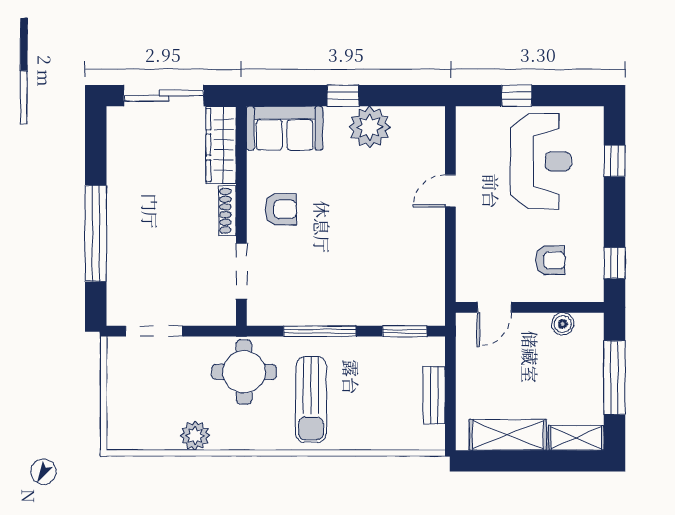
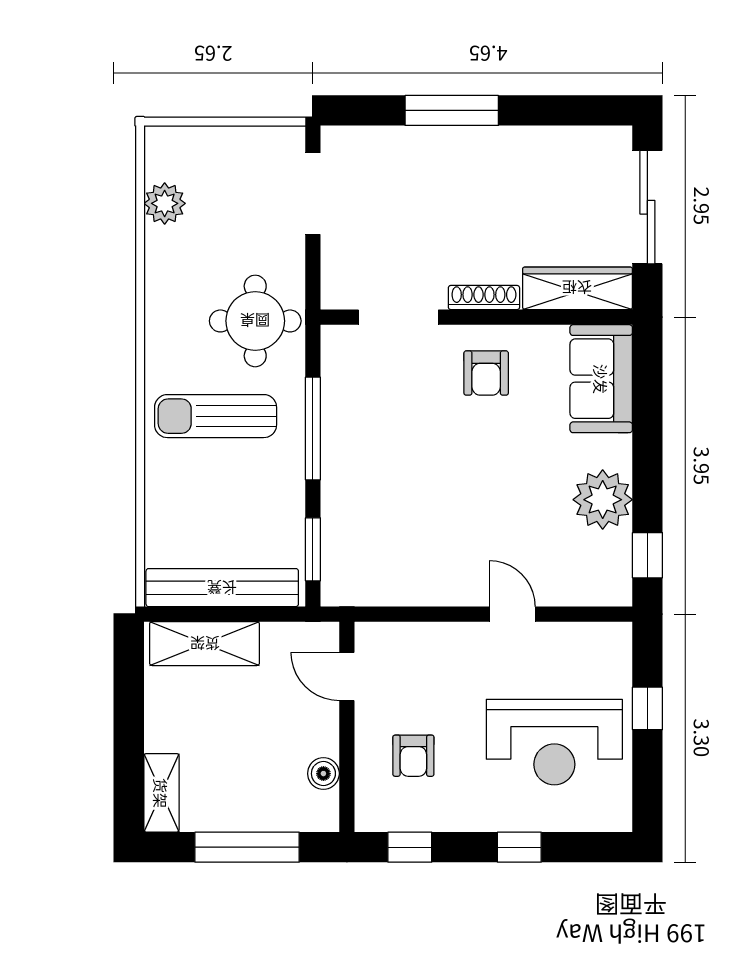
window: (343, 96) -> (647, 555), moved
window: (614, 161) -> (519, 847), moved
window: (96, 233) -> (452, 110), width x0.68
bench: (434, 395) -> (222, 588), width x1.86, depth x1.21
shelving: (508, 435) -> (205, 644), moved, turned 90
plant: (195, 436) -> (165, 203), moved

